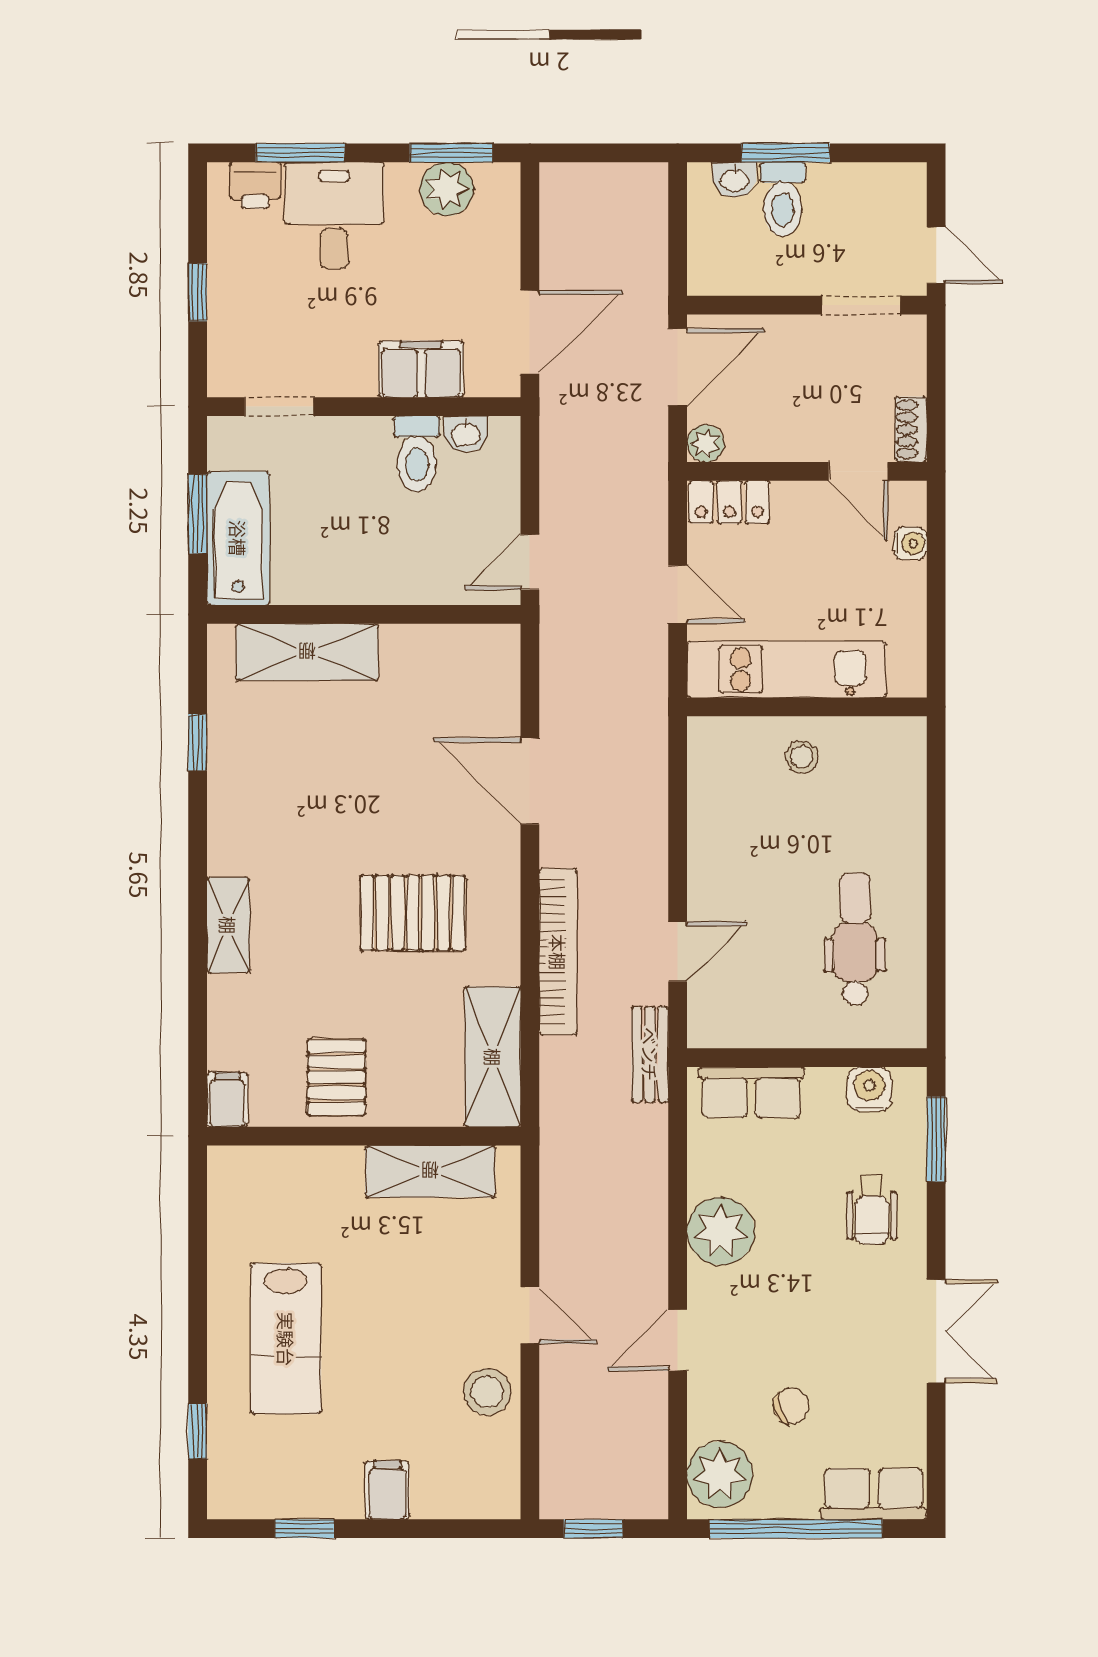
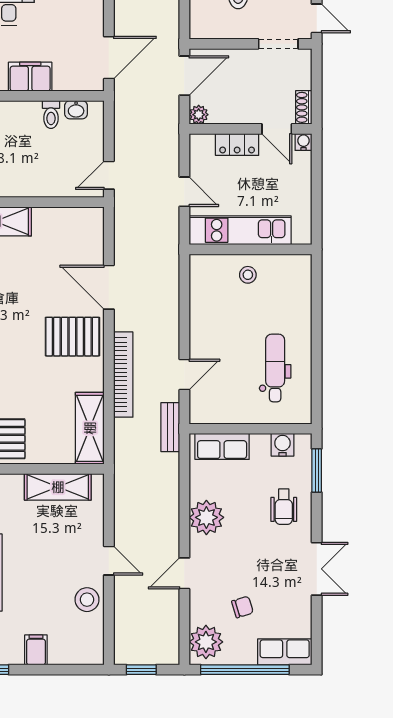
filing cabinet: (421, 369) -> (30, 77), moved
toilet: (417, 454) -> (51, 115), width x0.73, depth x0.72
locker: (729, 502) -> (237, 145), moved
water cooler: (911, 543) -> (304, 142), moved, turned -90
pallet: (413, 913) -> (72, 337), moved

